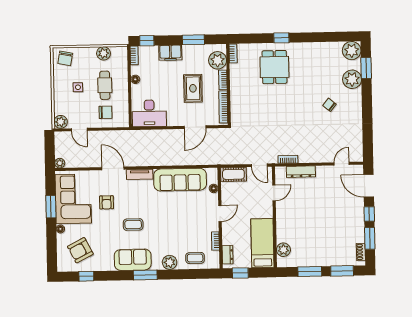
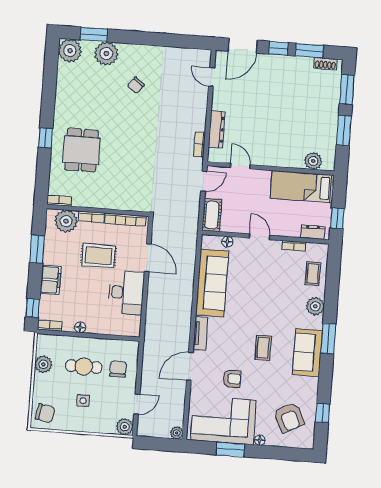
dining table: (274, 67) -> (81, 150), turned 90
desk: (149, 113) -> (126, 293), moved

